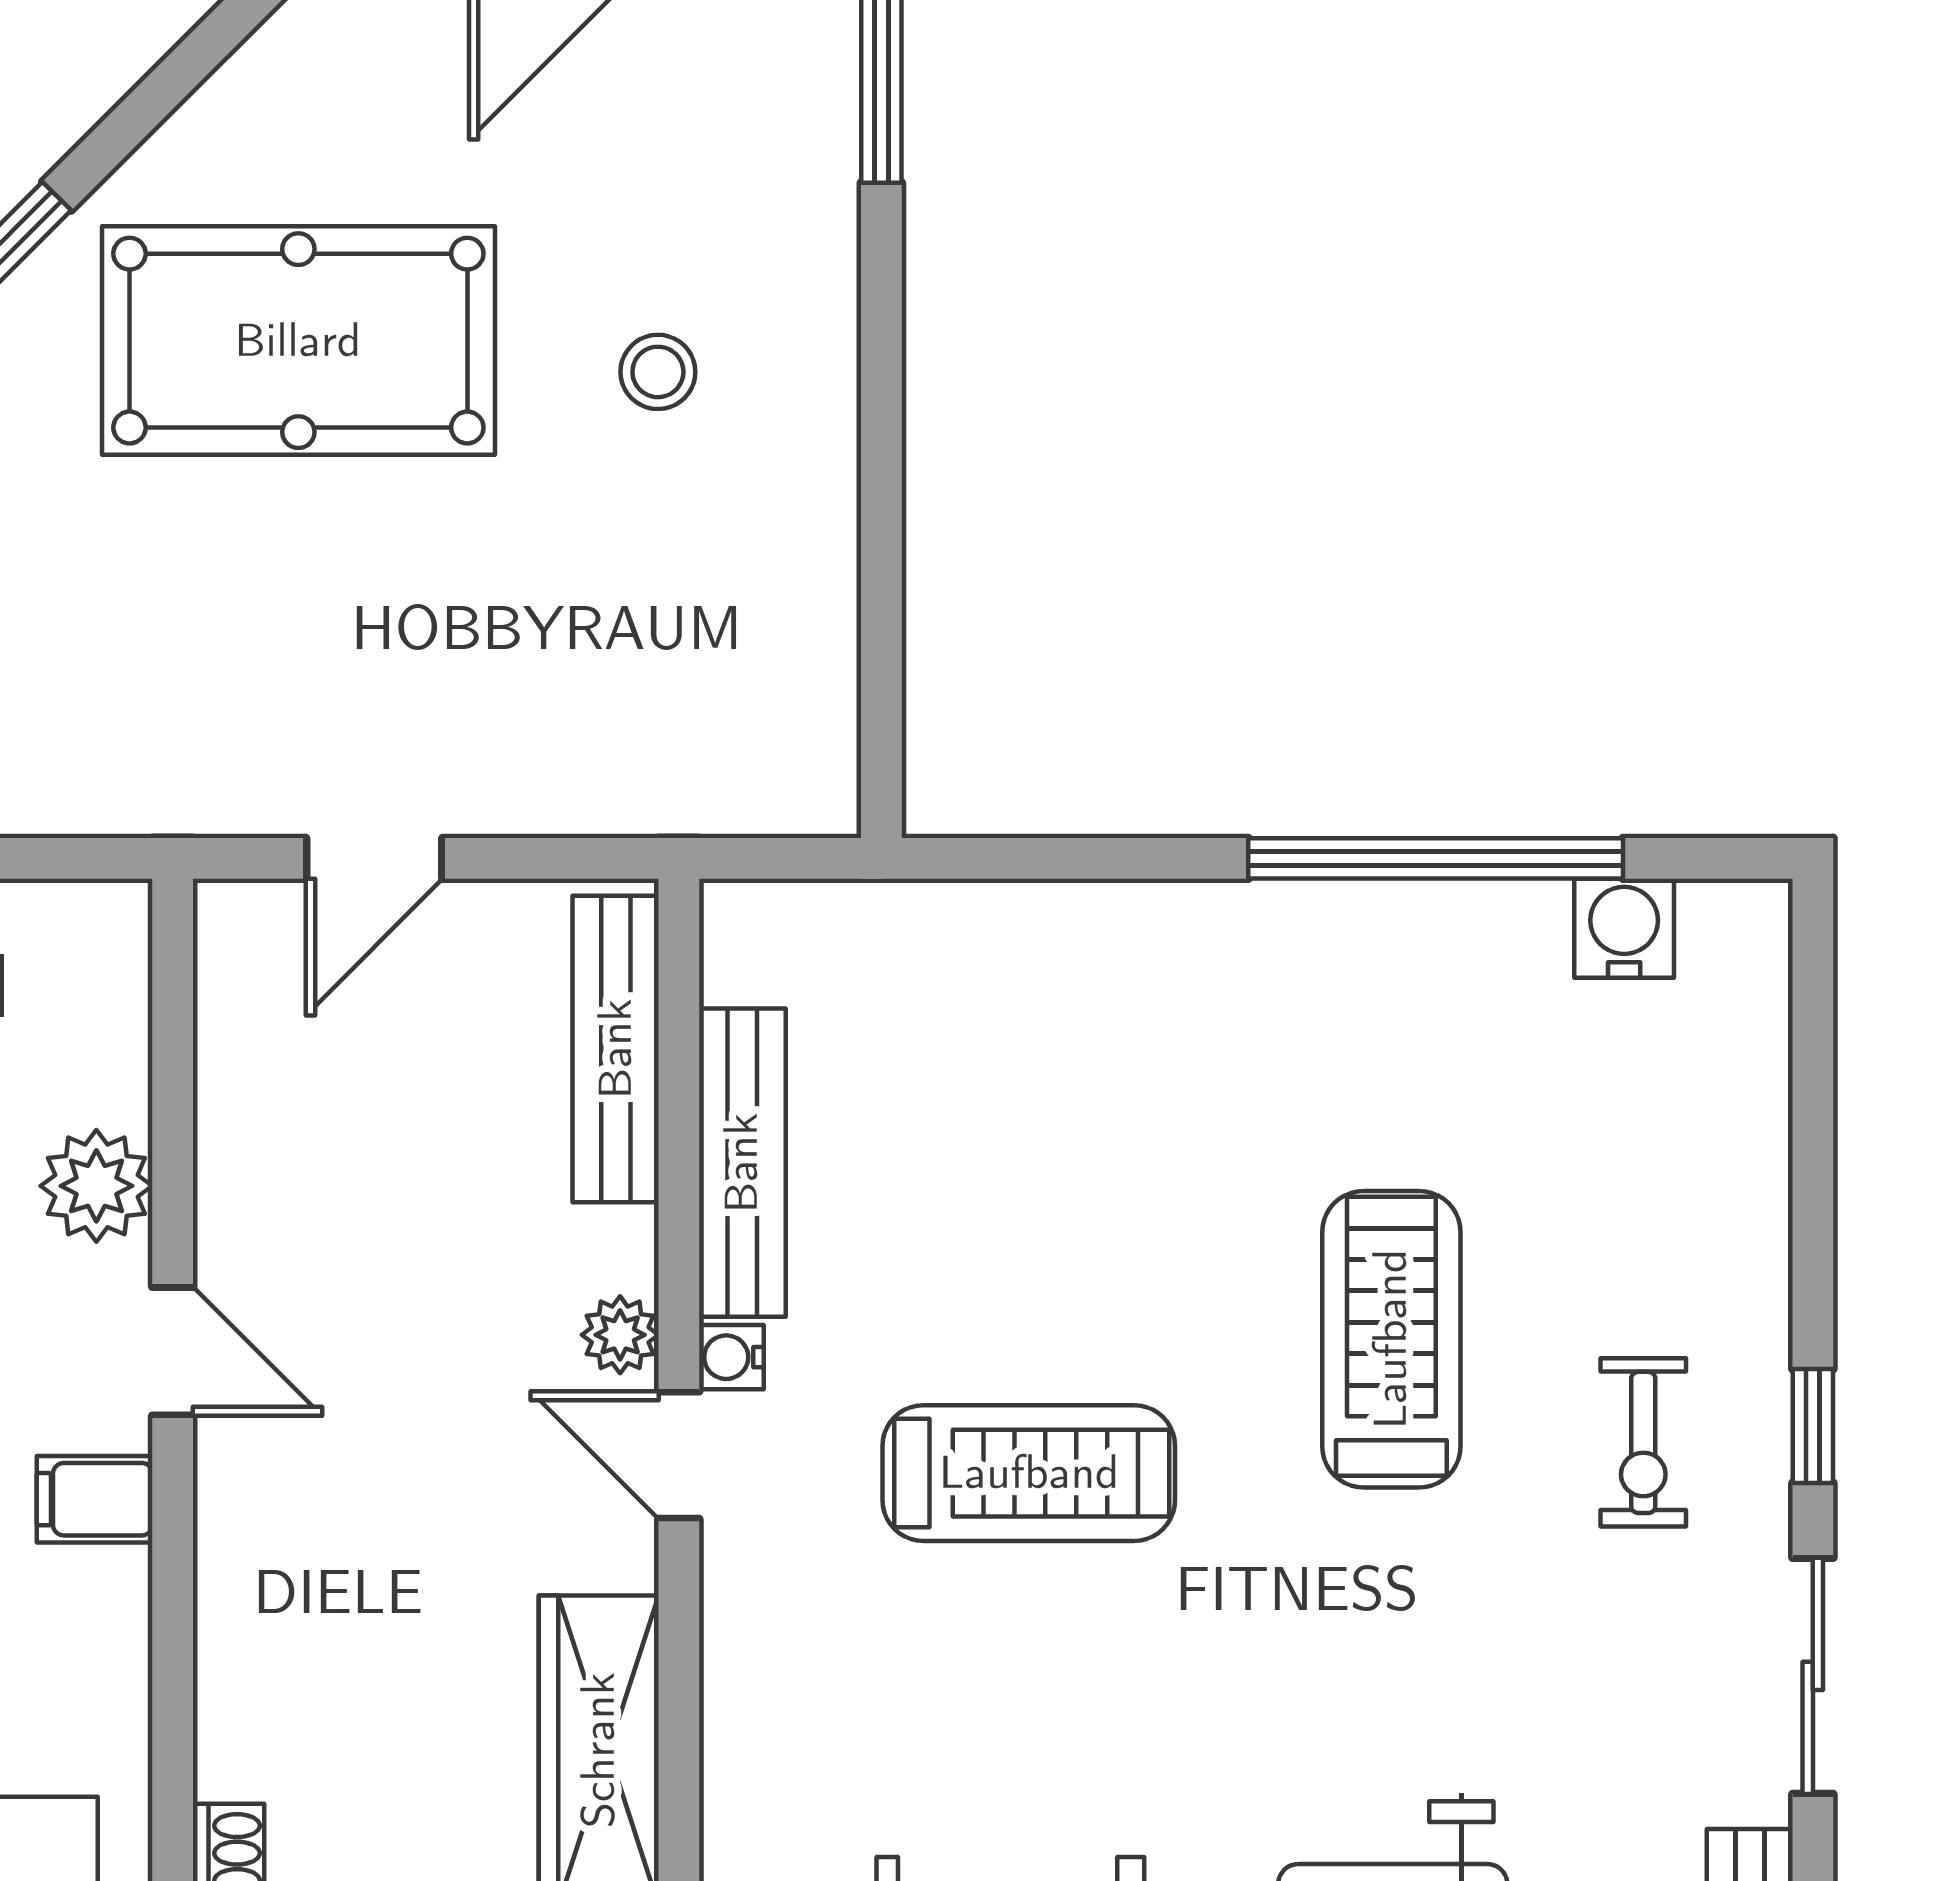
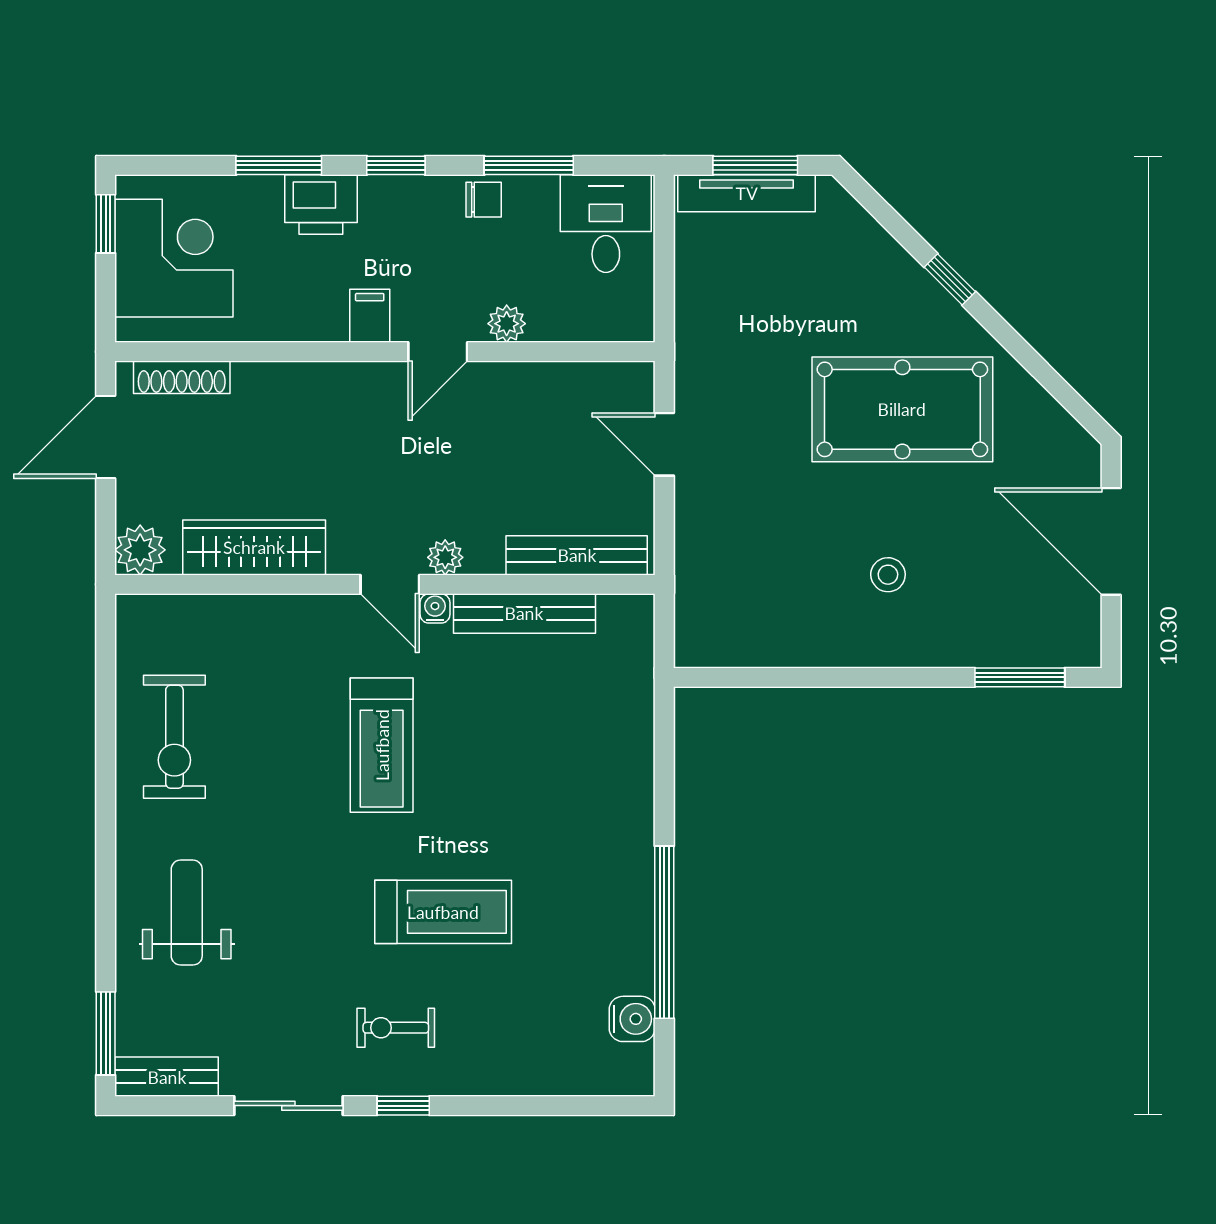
pool table: (298, 341) -> (902, 409), turned 90
plant: (96, 1186) -> (507, 324), width x0.73, depth x0.73
door: (679, 1455) -> (390, 584), swing flipped

